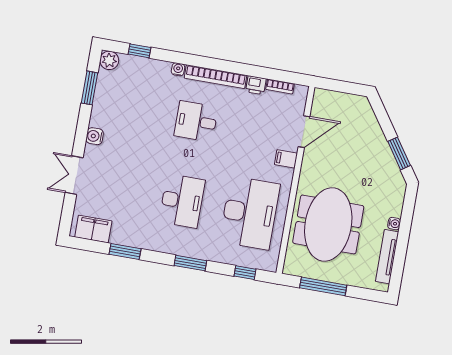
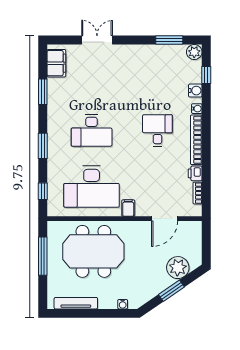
plant: (366, 126) -> (178, 268), added
door: (304, 132) -> (165, 219), hinge flipped
water cooler: (95, 136) -> (195, 91), moved, turned 90
window: (399, 153) -> (171, 291), moved
filing cabinet: (286, 159) -> (128, 208), moved
water cooler: (394, 224) -> (123, 304), moved

